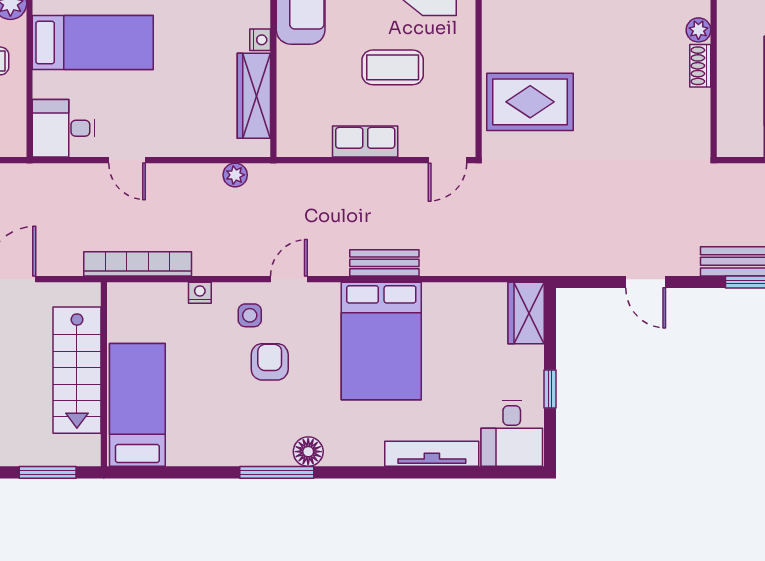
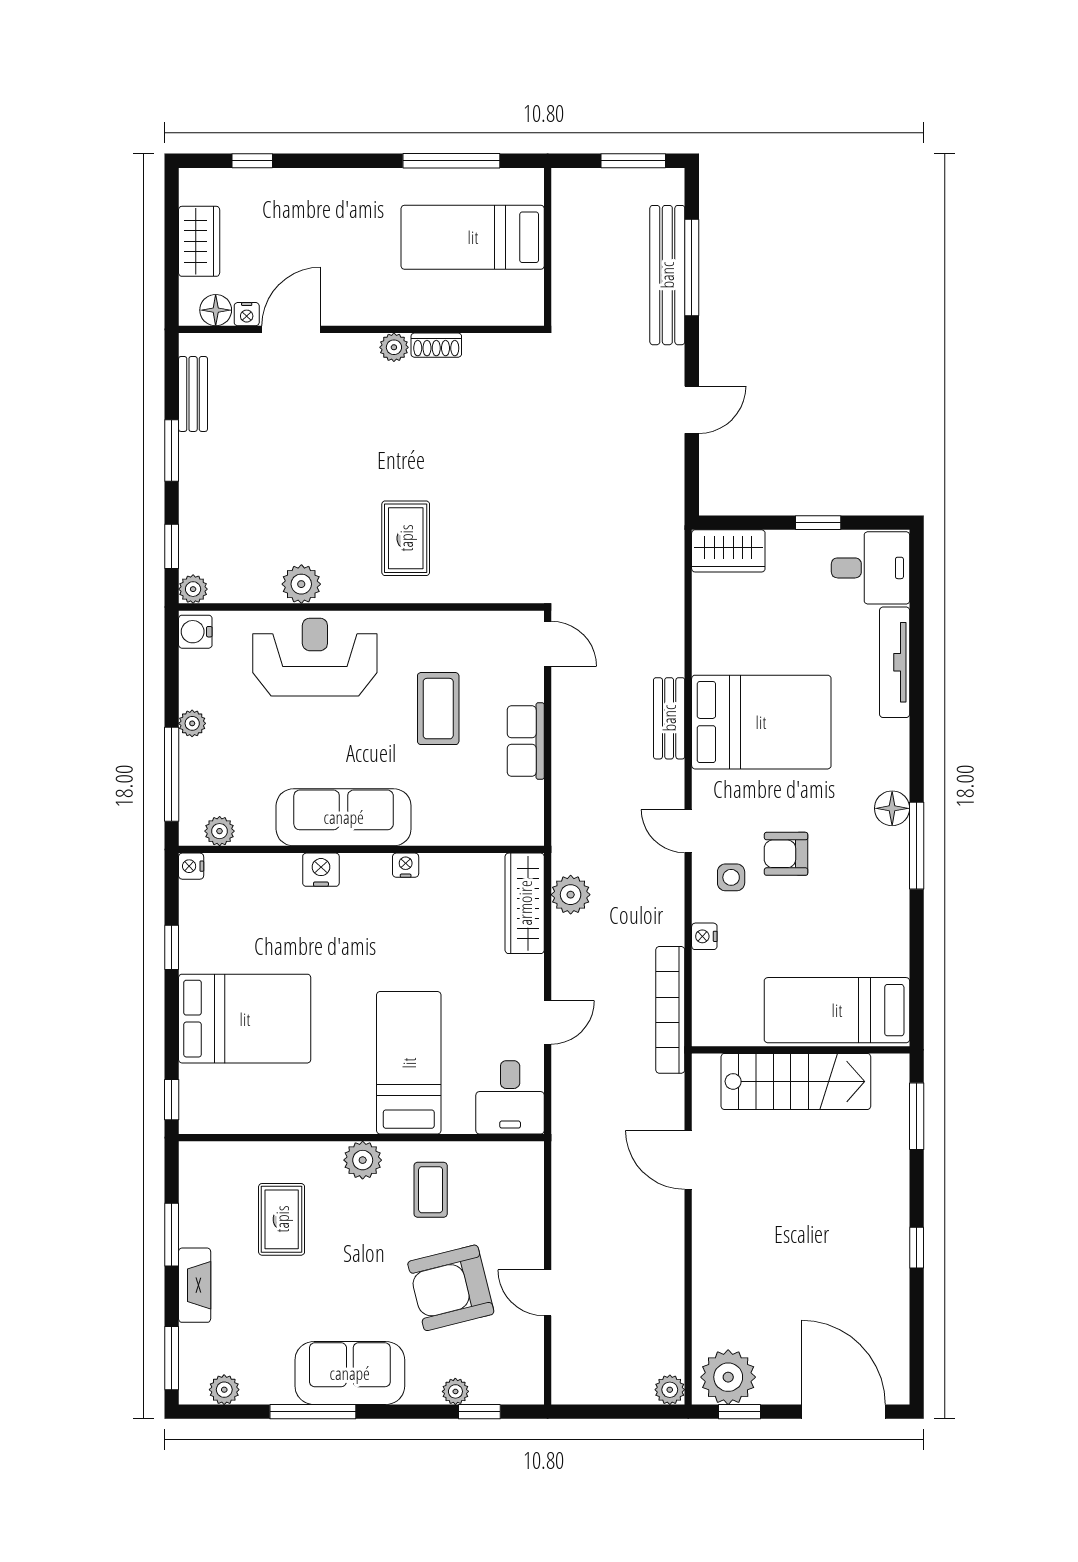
wardrobe: (254, 96) -> (525, 903), moved, turned 90
rug: (530, 102) -> (406, 538), moved, width x0.73, depth x0.70
plant: (235, 175) -> (571, 895), width x1.38, depth x1.38

